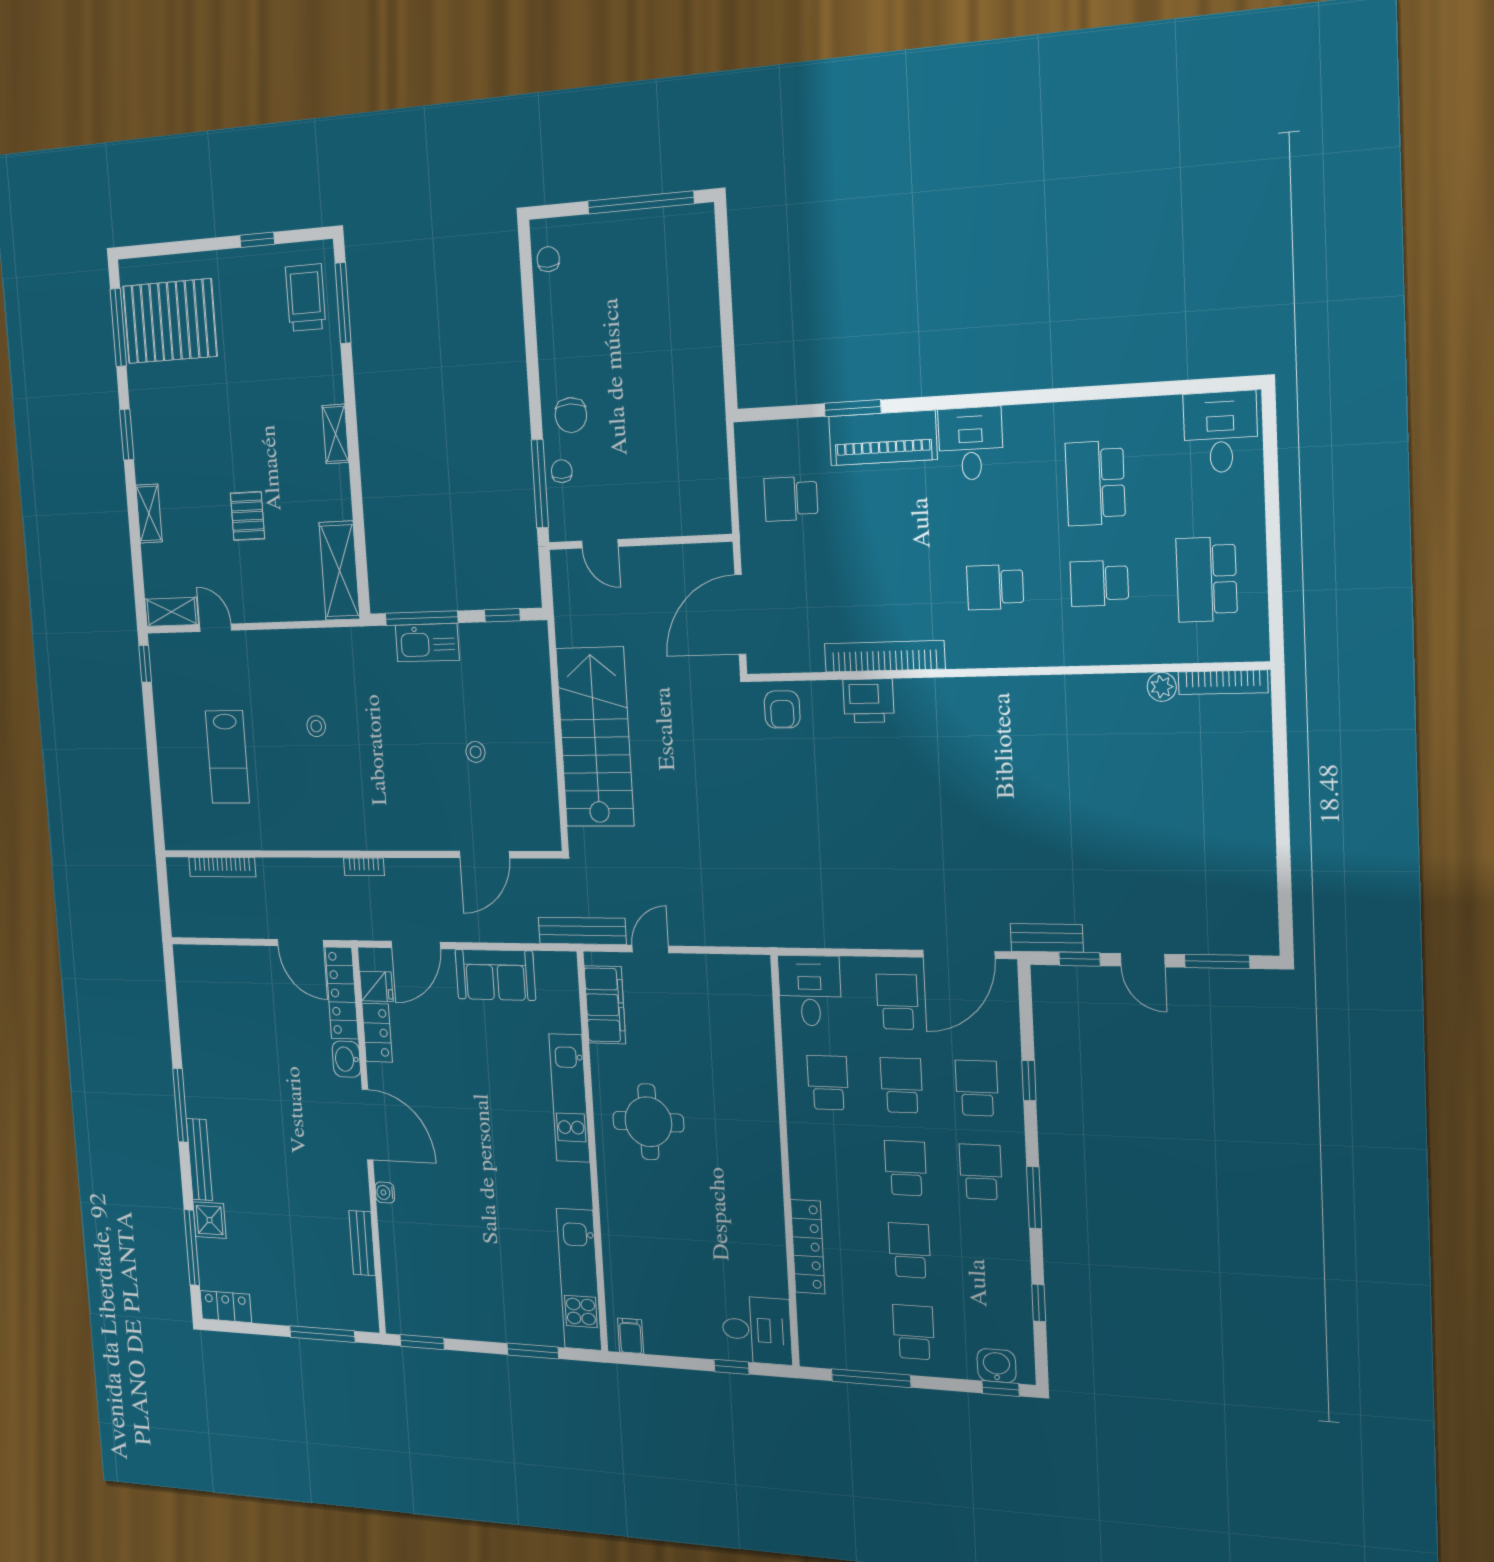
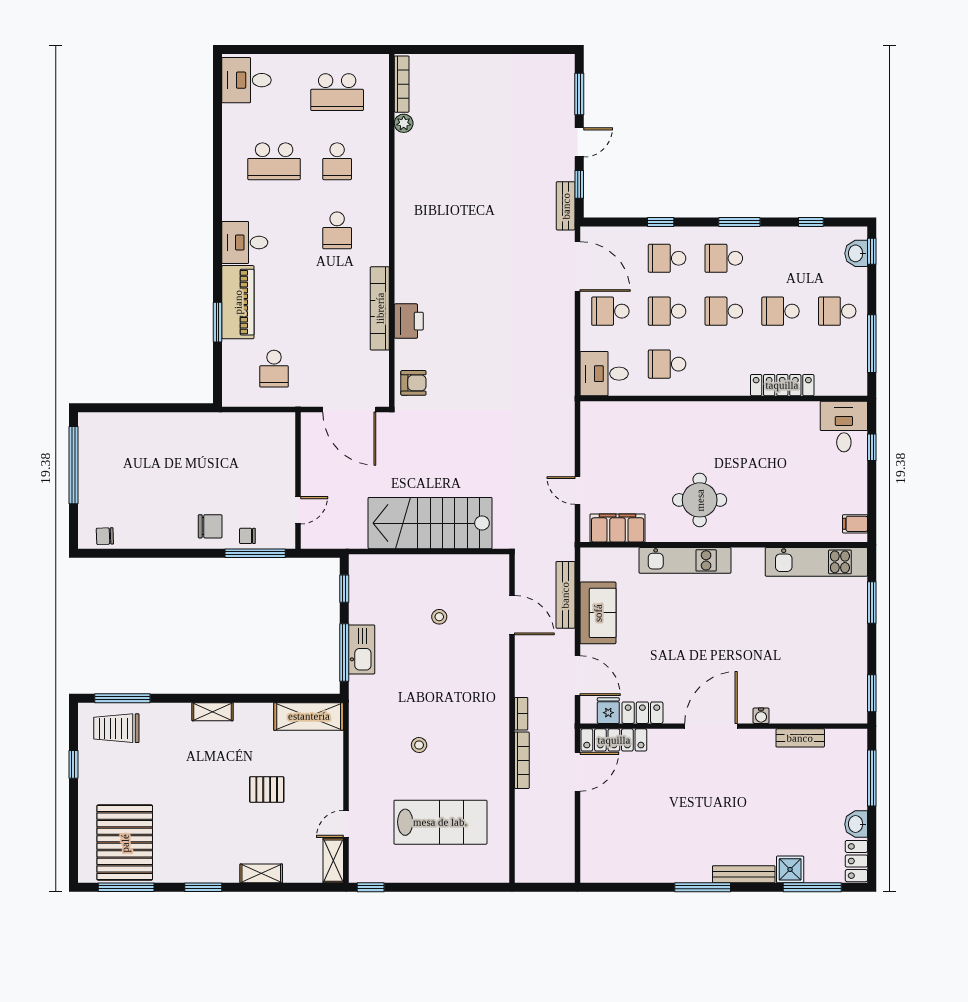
lab bench: (227, 757) -> (440, 822), width x1.36, depth x1.39
bookcase: (222, 867) -> (522, 760), moved
bench: (582, 931) -> (565, 595), moved
washbasin: (346, 1059) -> (856, 824), moved, turned 90

